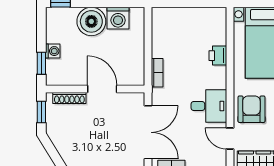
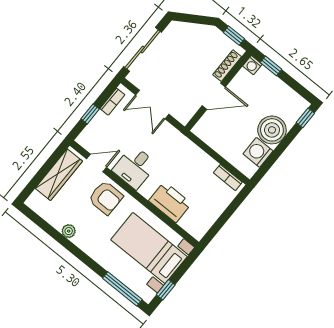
washing machine: (53, 51) -> (252, 65), moved
printer: (218, 56) -> (170, 202), width x1.87, depth x1.48
bookcase: (157, 73) -> (228, 178), moved
double door: (148, 132) -> (152, 104), width x0.73

